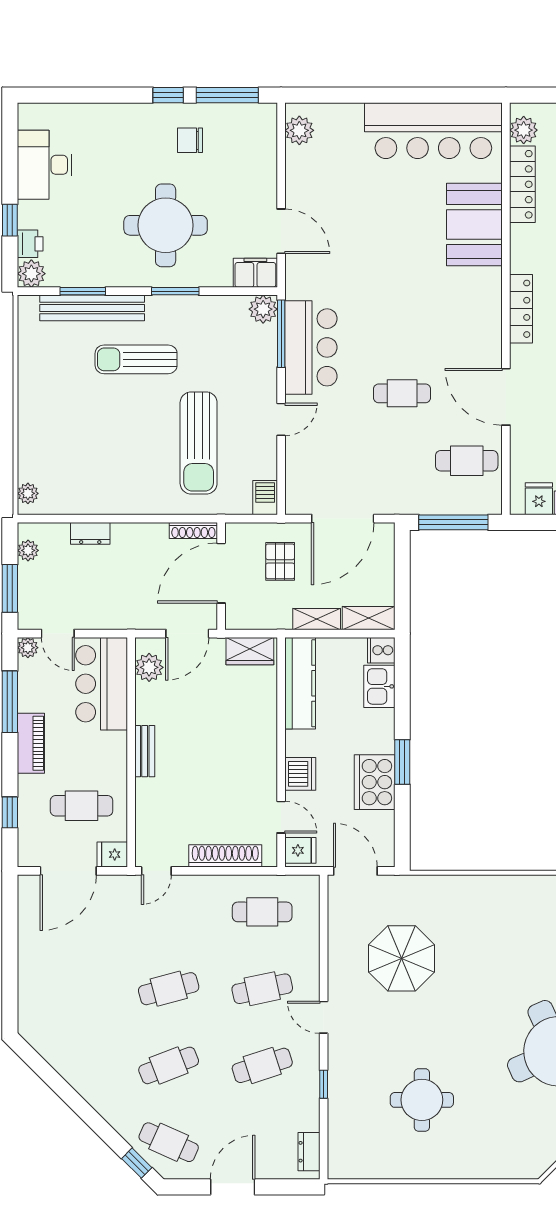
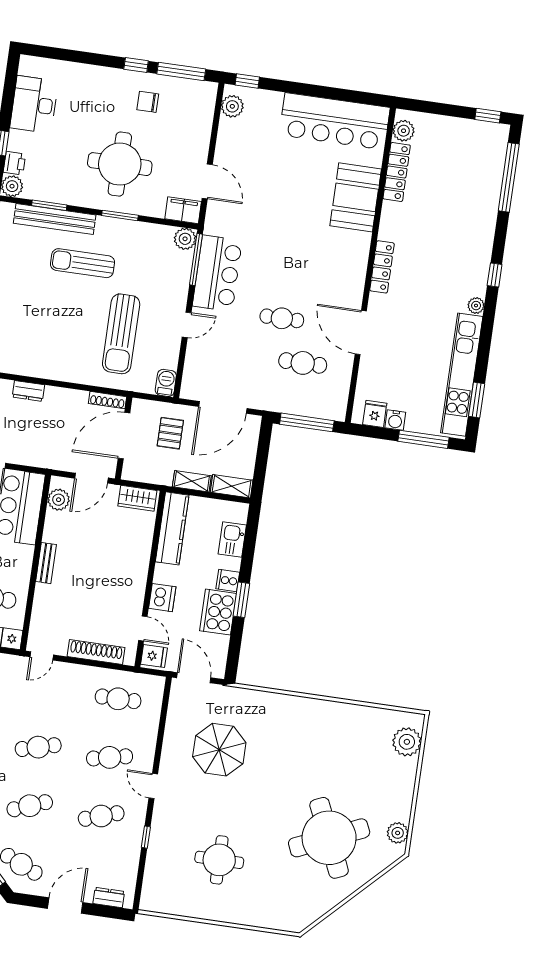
window: (314, 95) -> (247, 81), added
cafe table: (467, 461) -> (303, 363), moved
cooker: (381, 650) -> (228, 581), moved
dresser: (309, 1152) -> (109, 898), moved, turned 90

